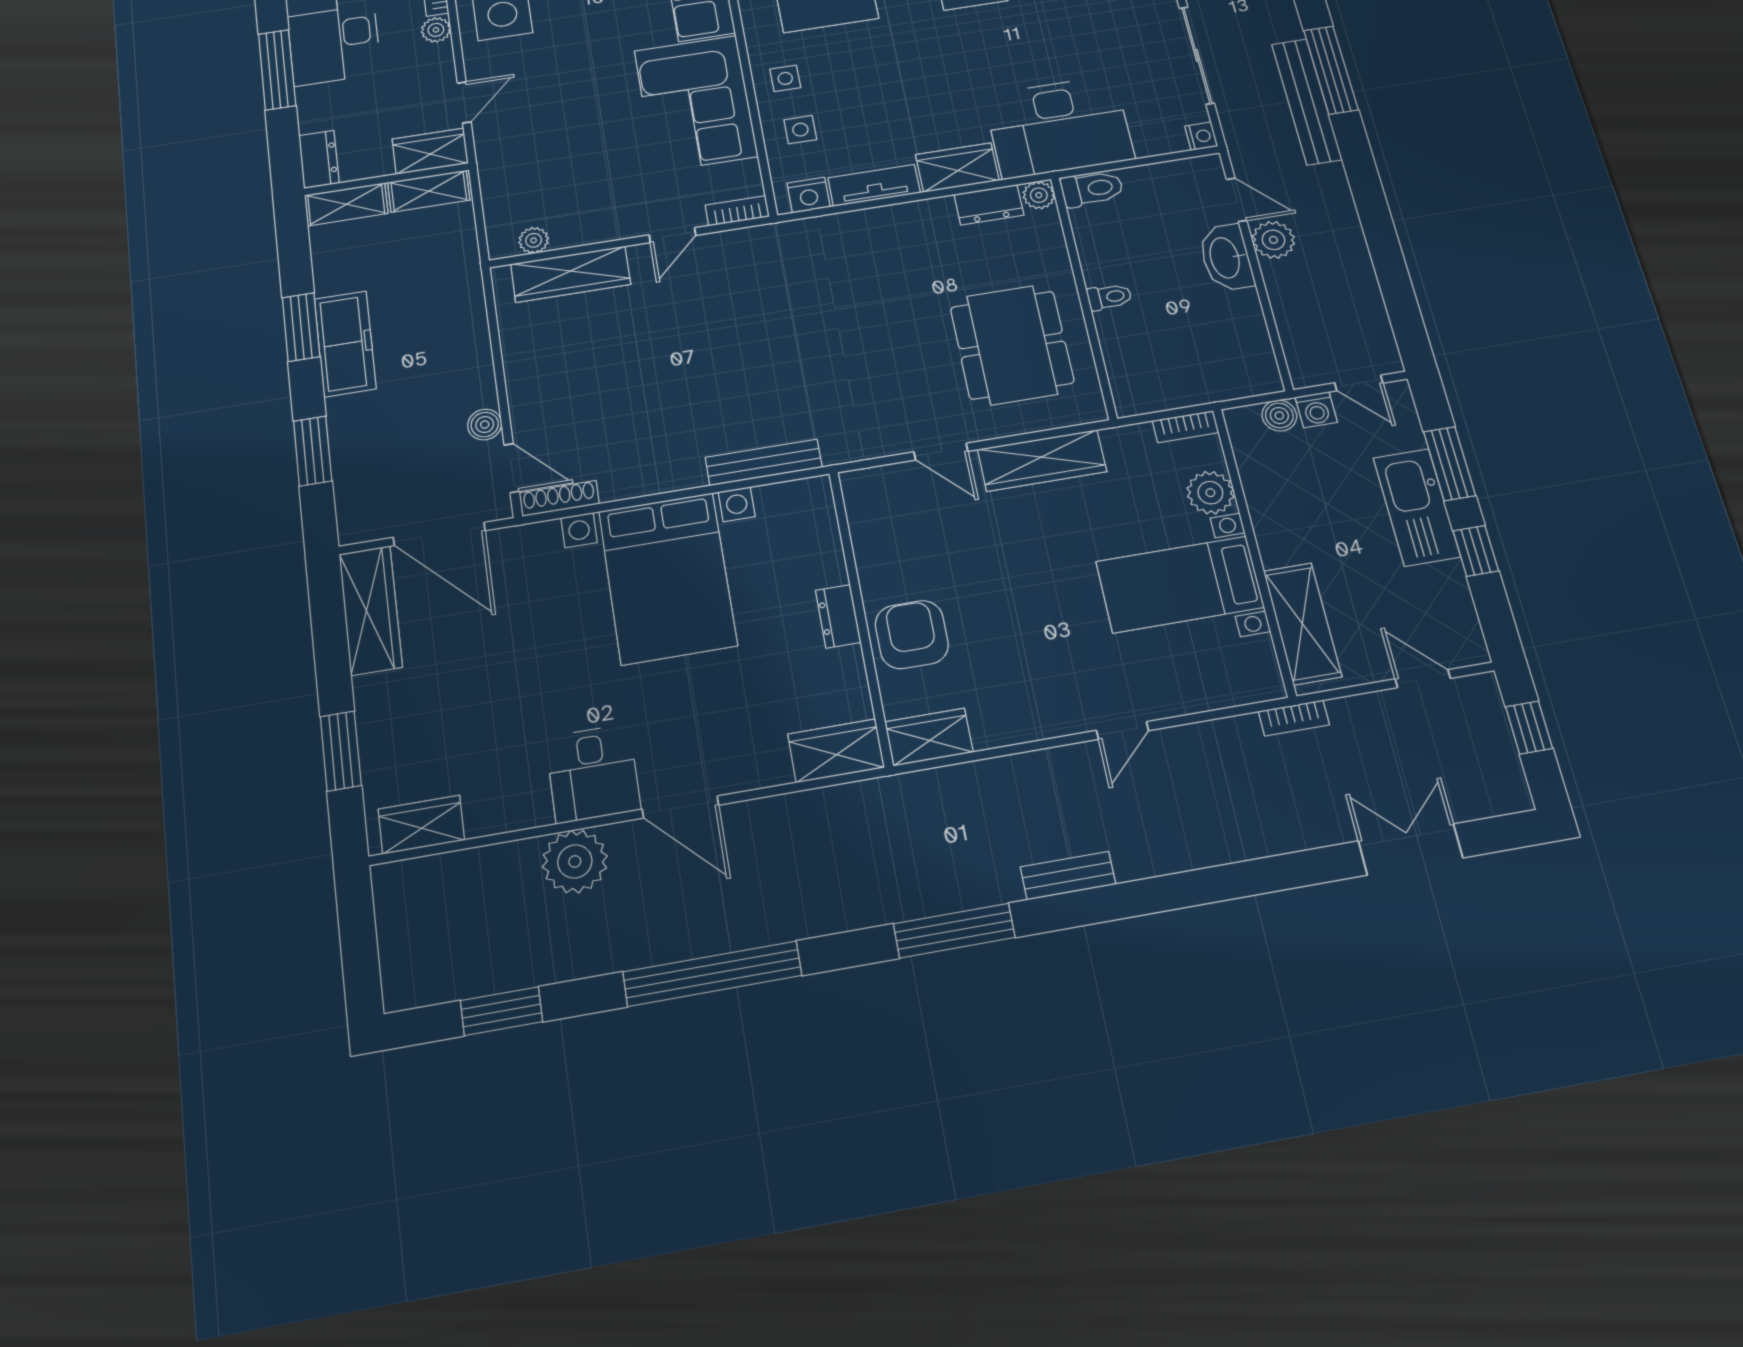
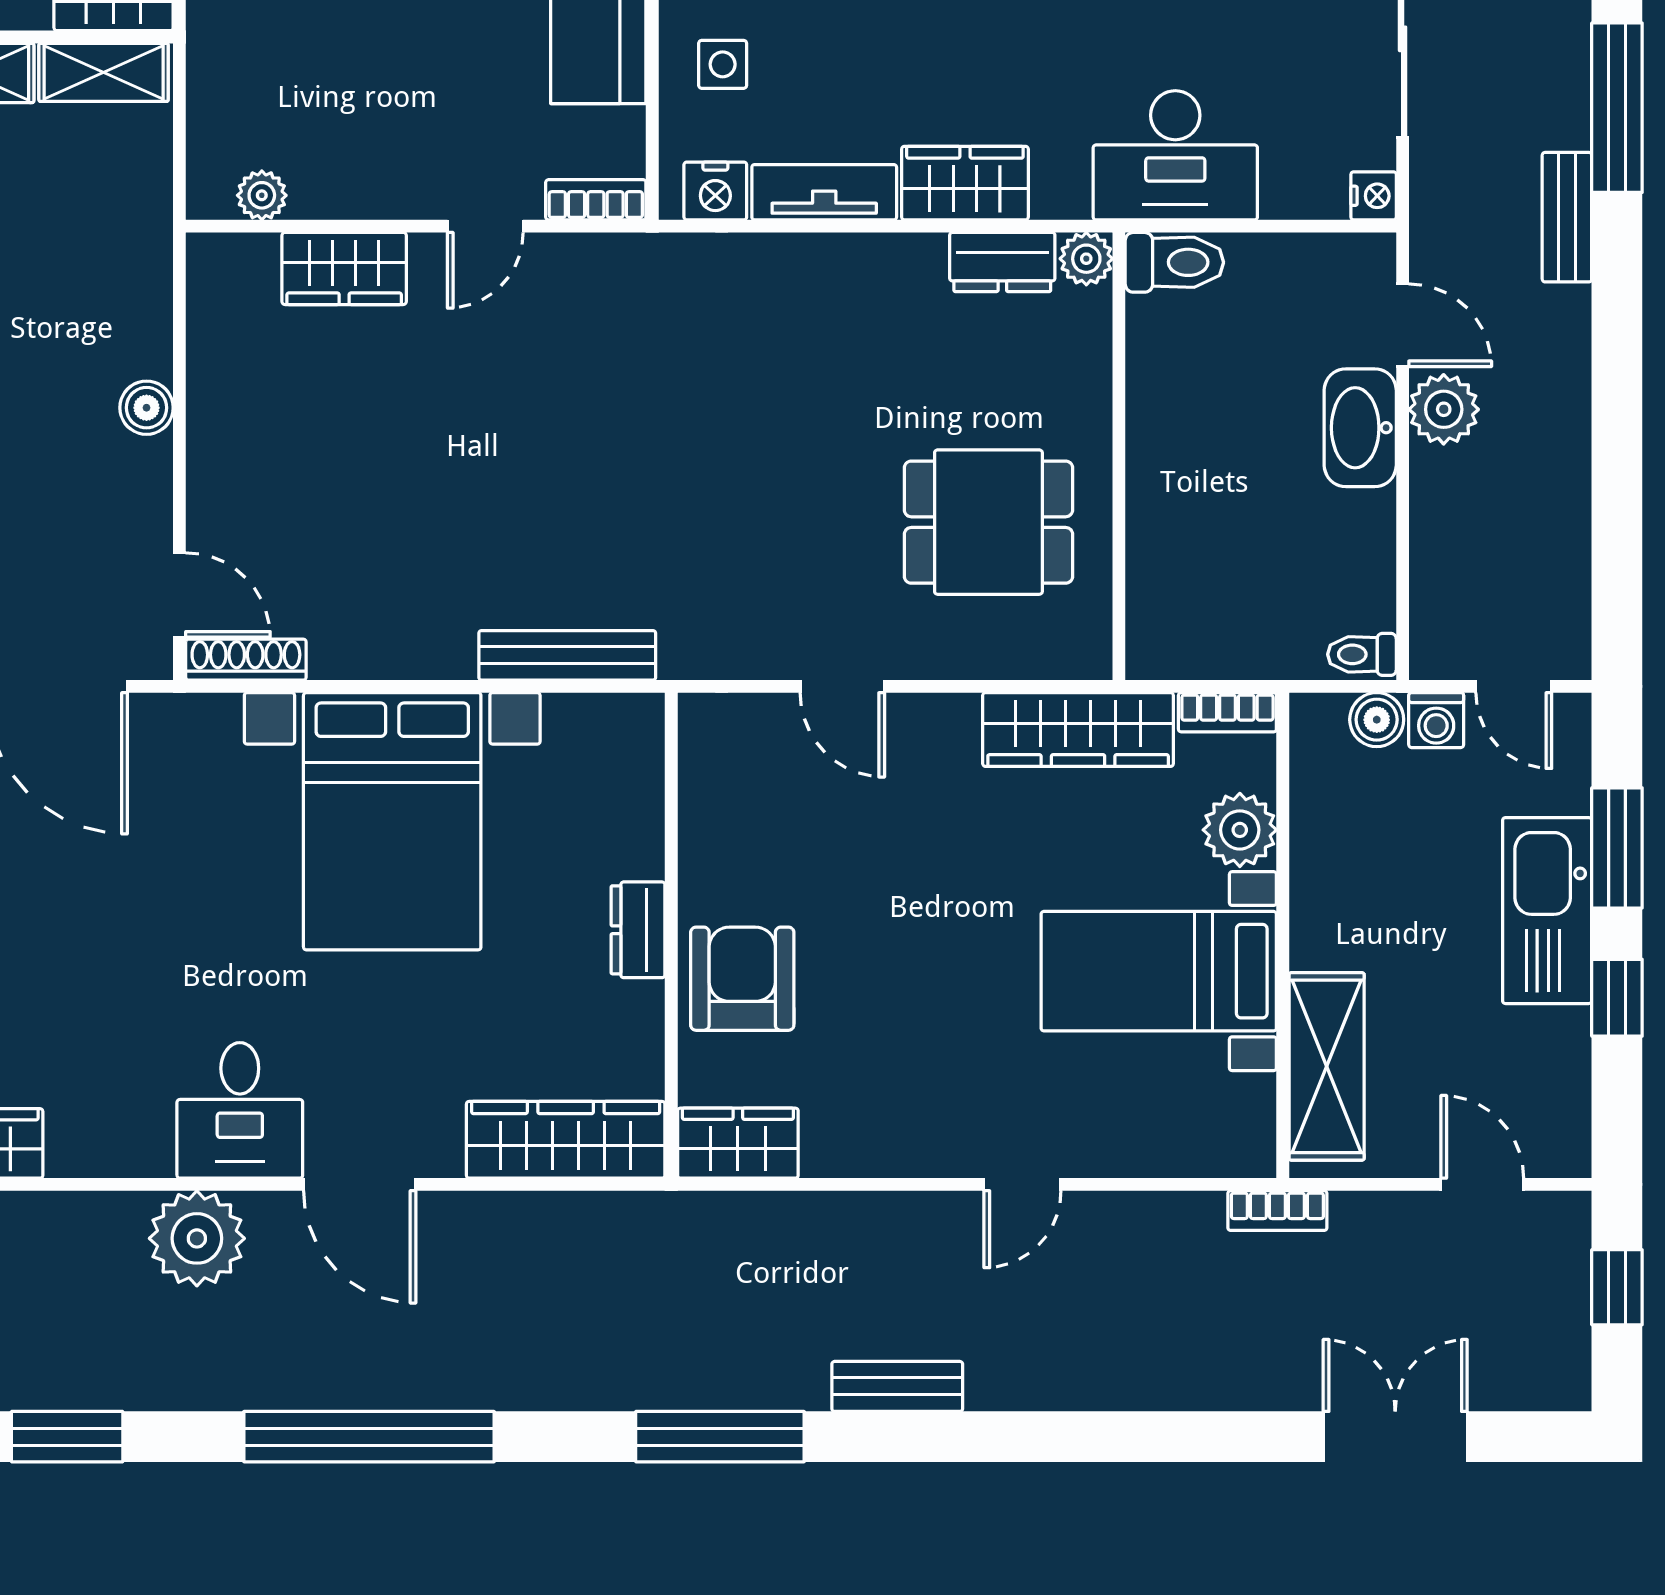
bench: (1307, 102) -> (1567, 217), width x0.54, depth x0.82
desk: (1059, 127) -> (1175, 155), width x0.73, depth x0.77
wardrobe: (571, 274) -> (344, 268), width x0.67
toilet: (1109, 297) -> (1362, 654), moved, turned 180
dining table: (1012, 345) -> (988, 522), width x0.73
boiler: (485, 425) -> (147, 408), moved
wardrobe: (1042, 460) -> (1078, 730), moved
wardrobe: (836, 751) -> (566, 1140), width x1.50

